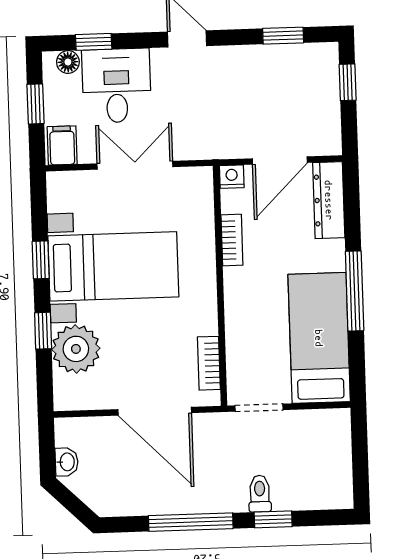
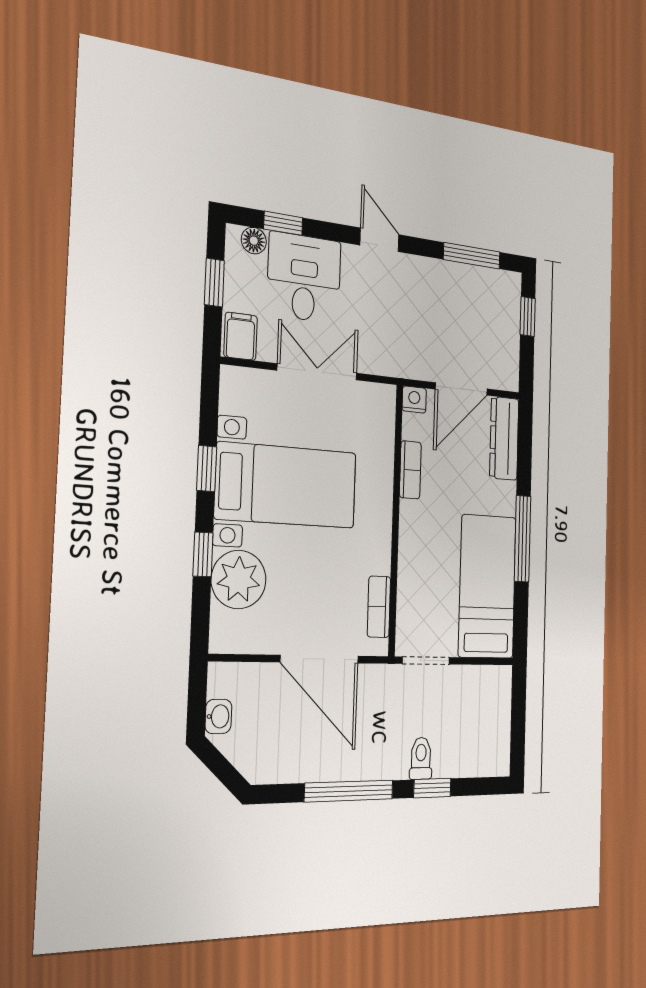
window: (283, 36) -> (472, 256), width x1.50

